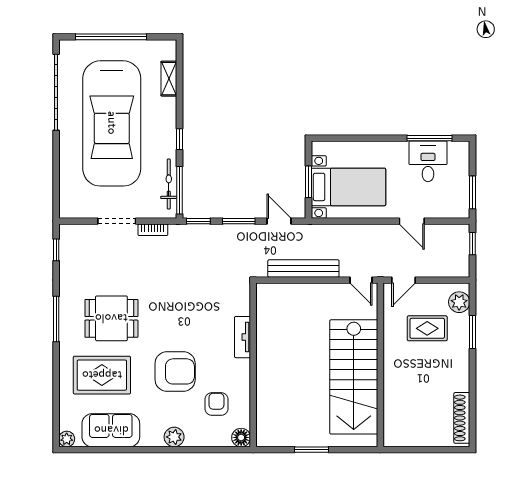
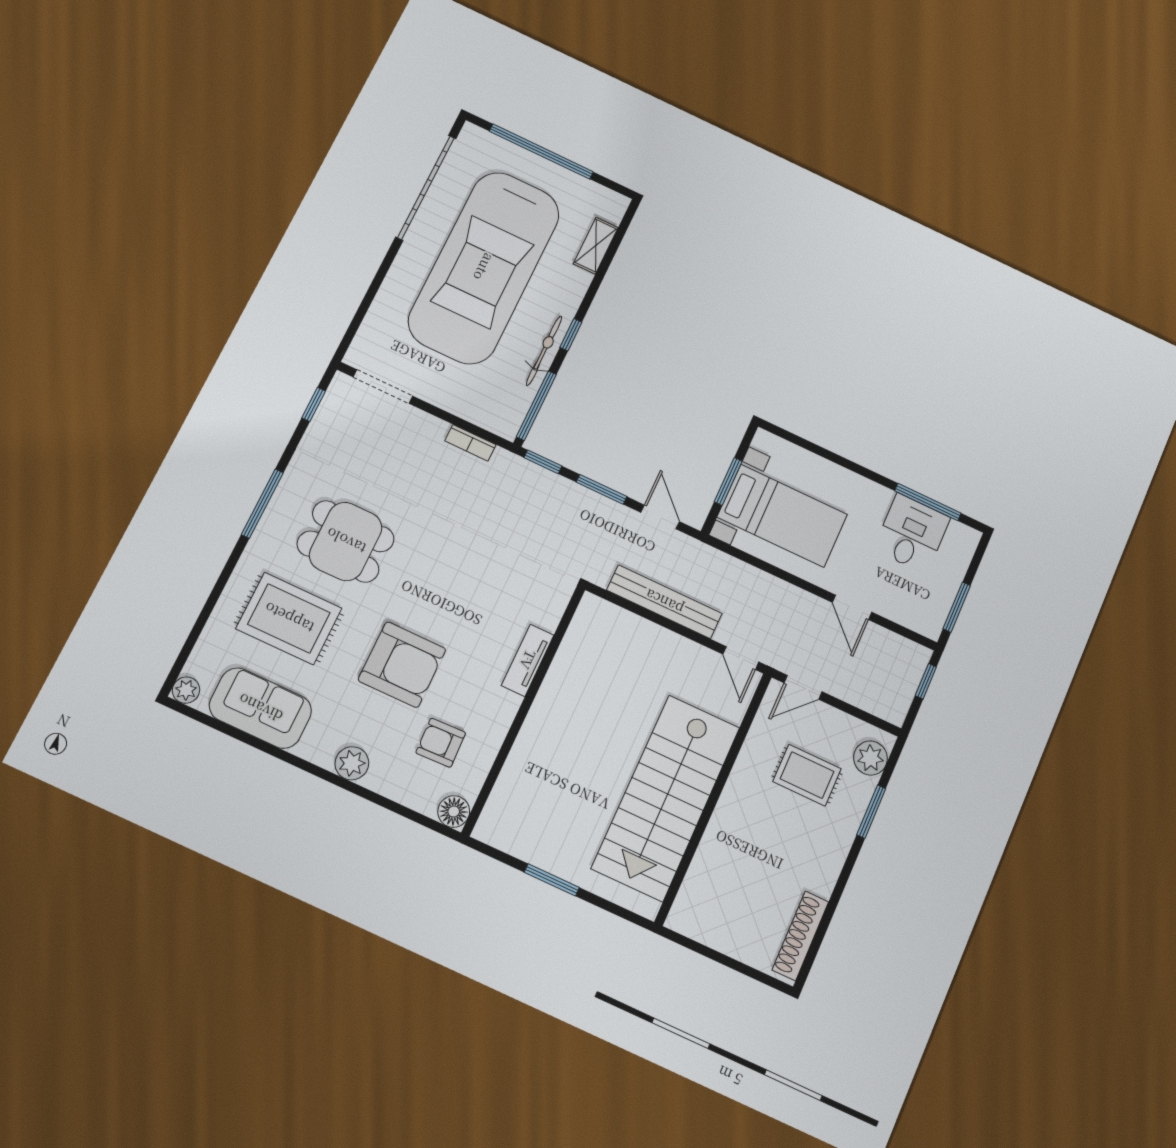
bicycle: (169, 184) -> (544, 351), moved
doorway: (117, 221) -> (383, 387), moved
armchair: (216, 404) -> (441, 743), turned -92

